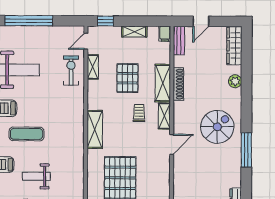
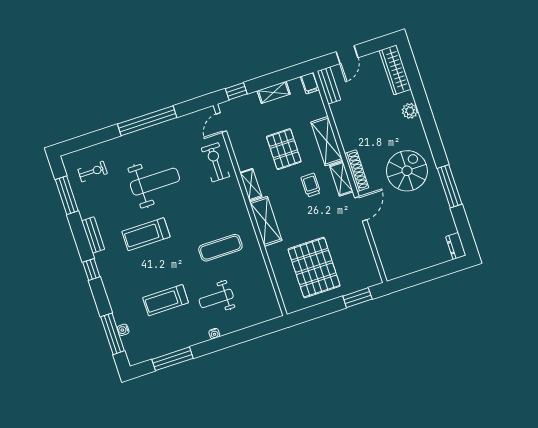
shelving: (93, 67) -> (251, 185), moved
shoe rack: (178, 84) -> (357, 171), moved
exercise mat: (27, 134) -> (220, 248), moved

